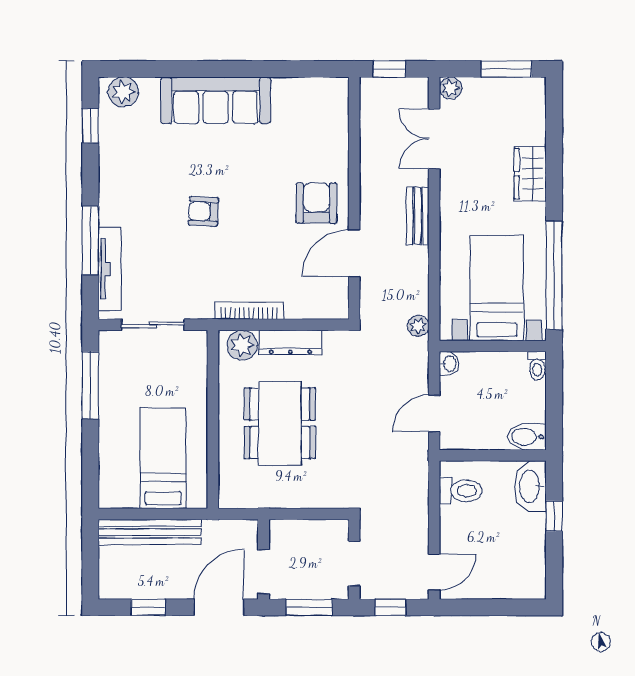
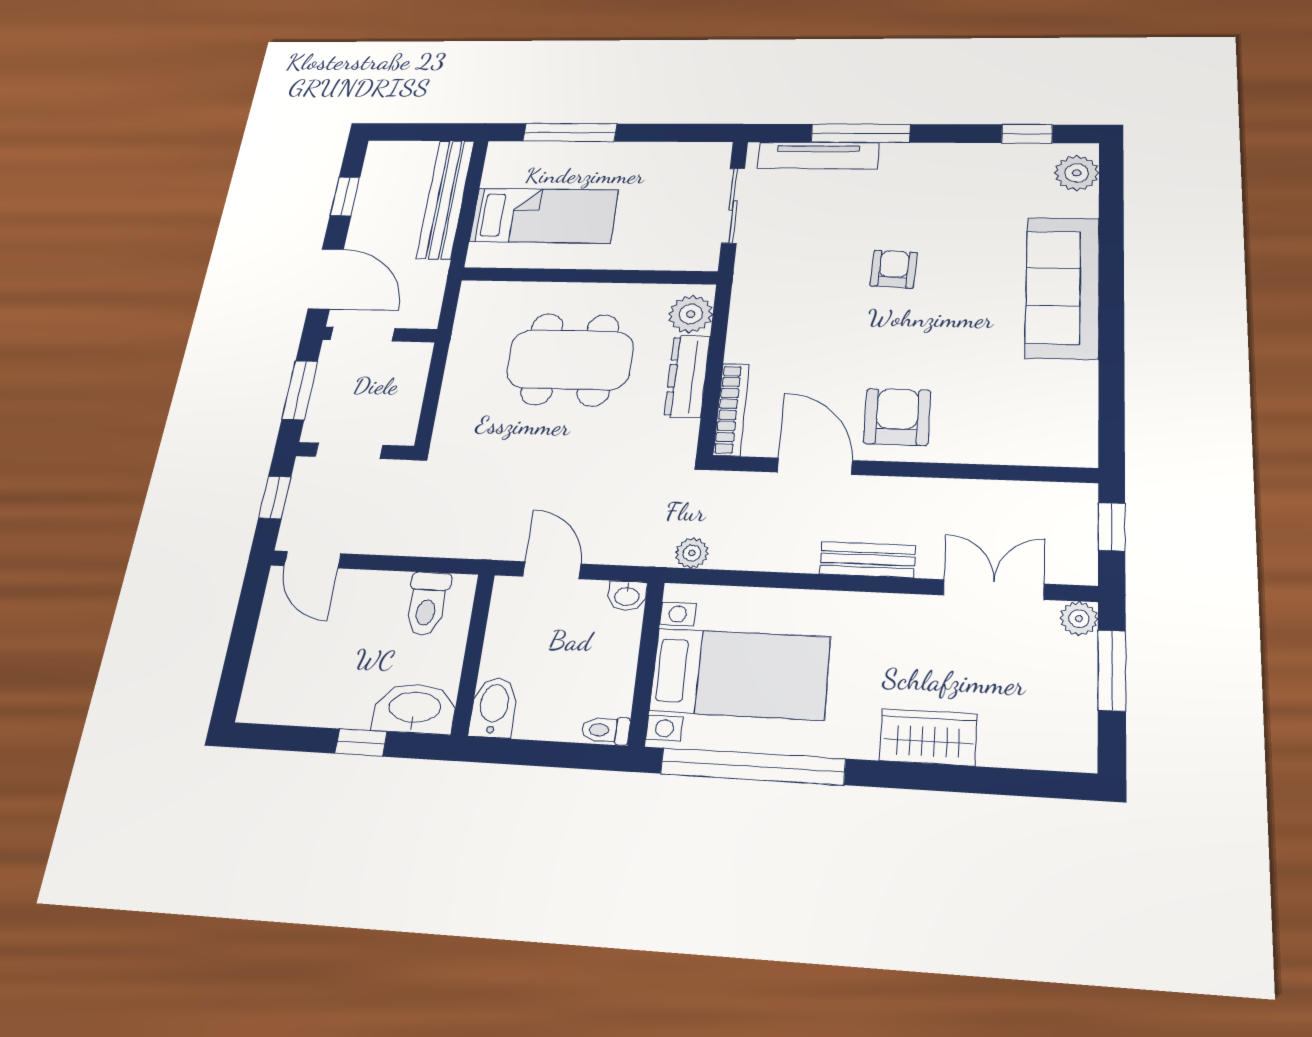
window: (506, 69) -> (1112, 670), moved
armchair: (316, 203) -> (897, 417), turned -90
bookcase: (249, 311) -> (731, 409), moved
window: (90, 385) -> (570, 132), moved

